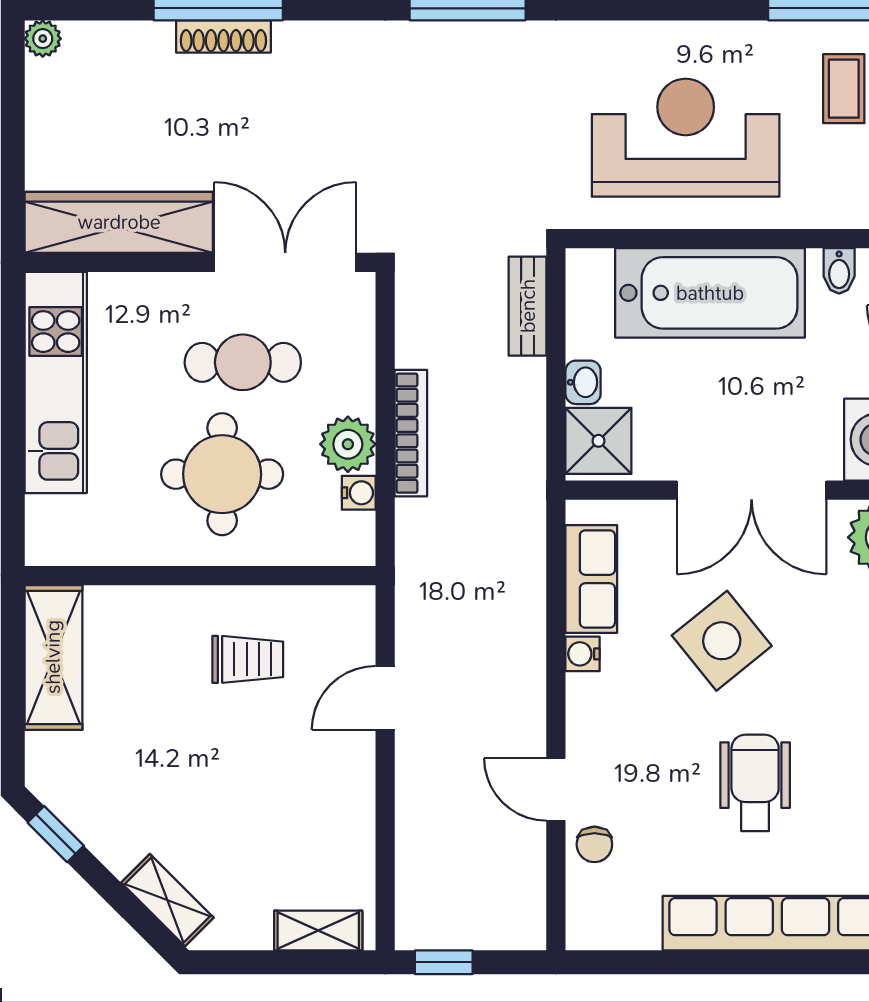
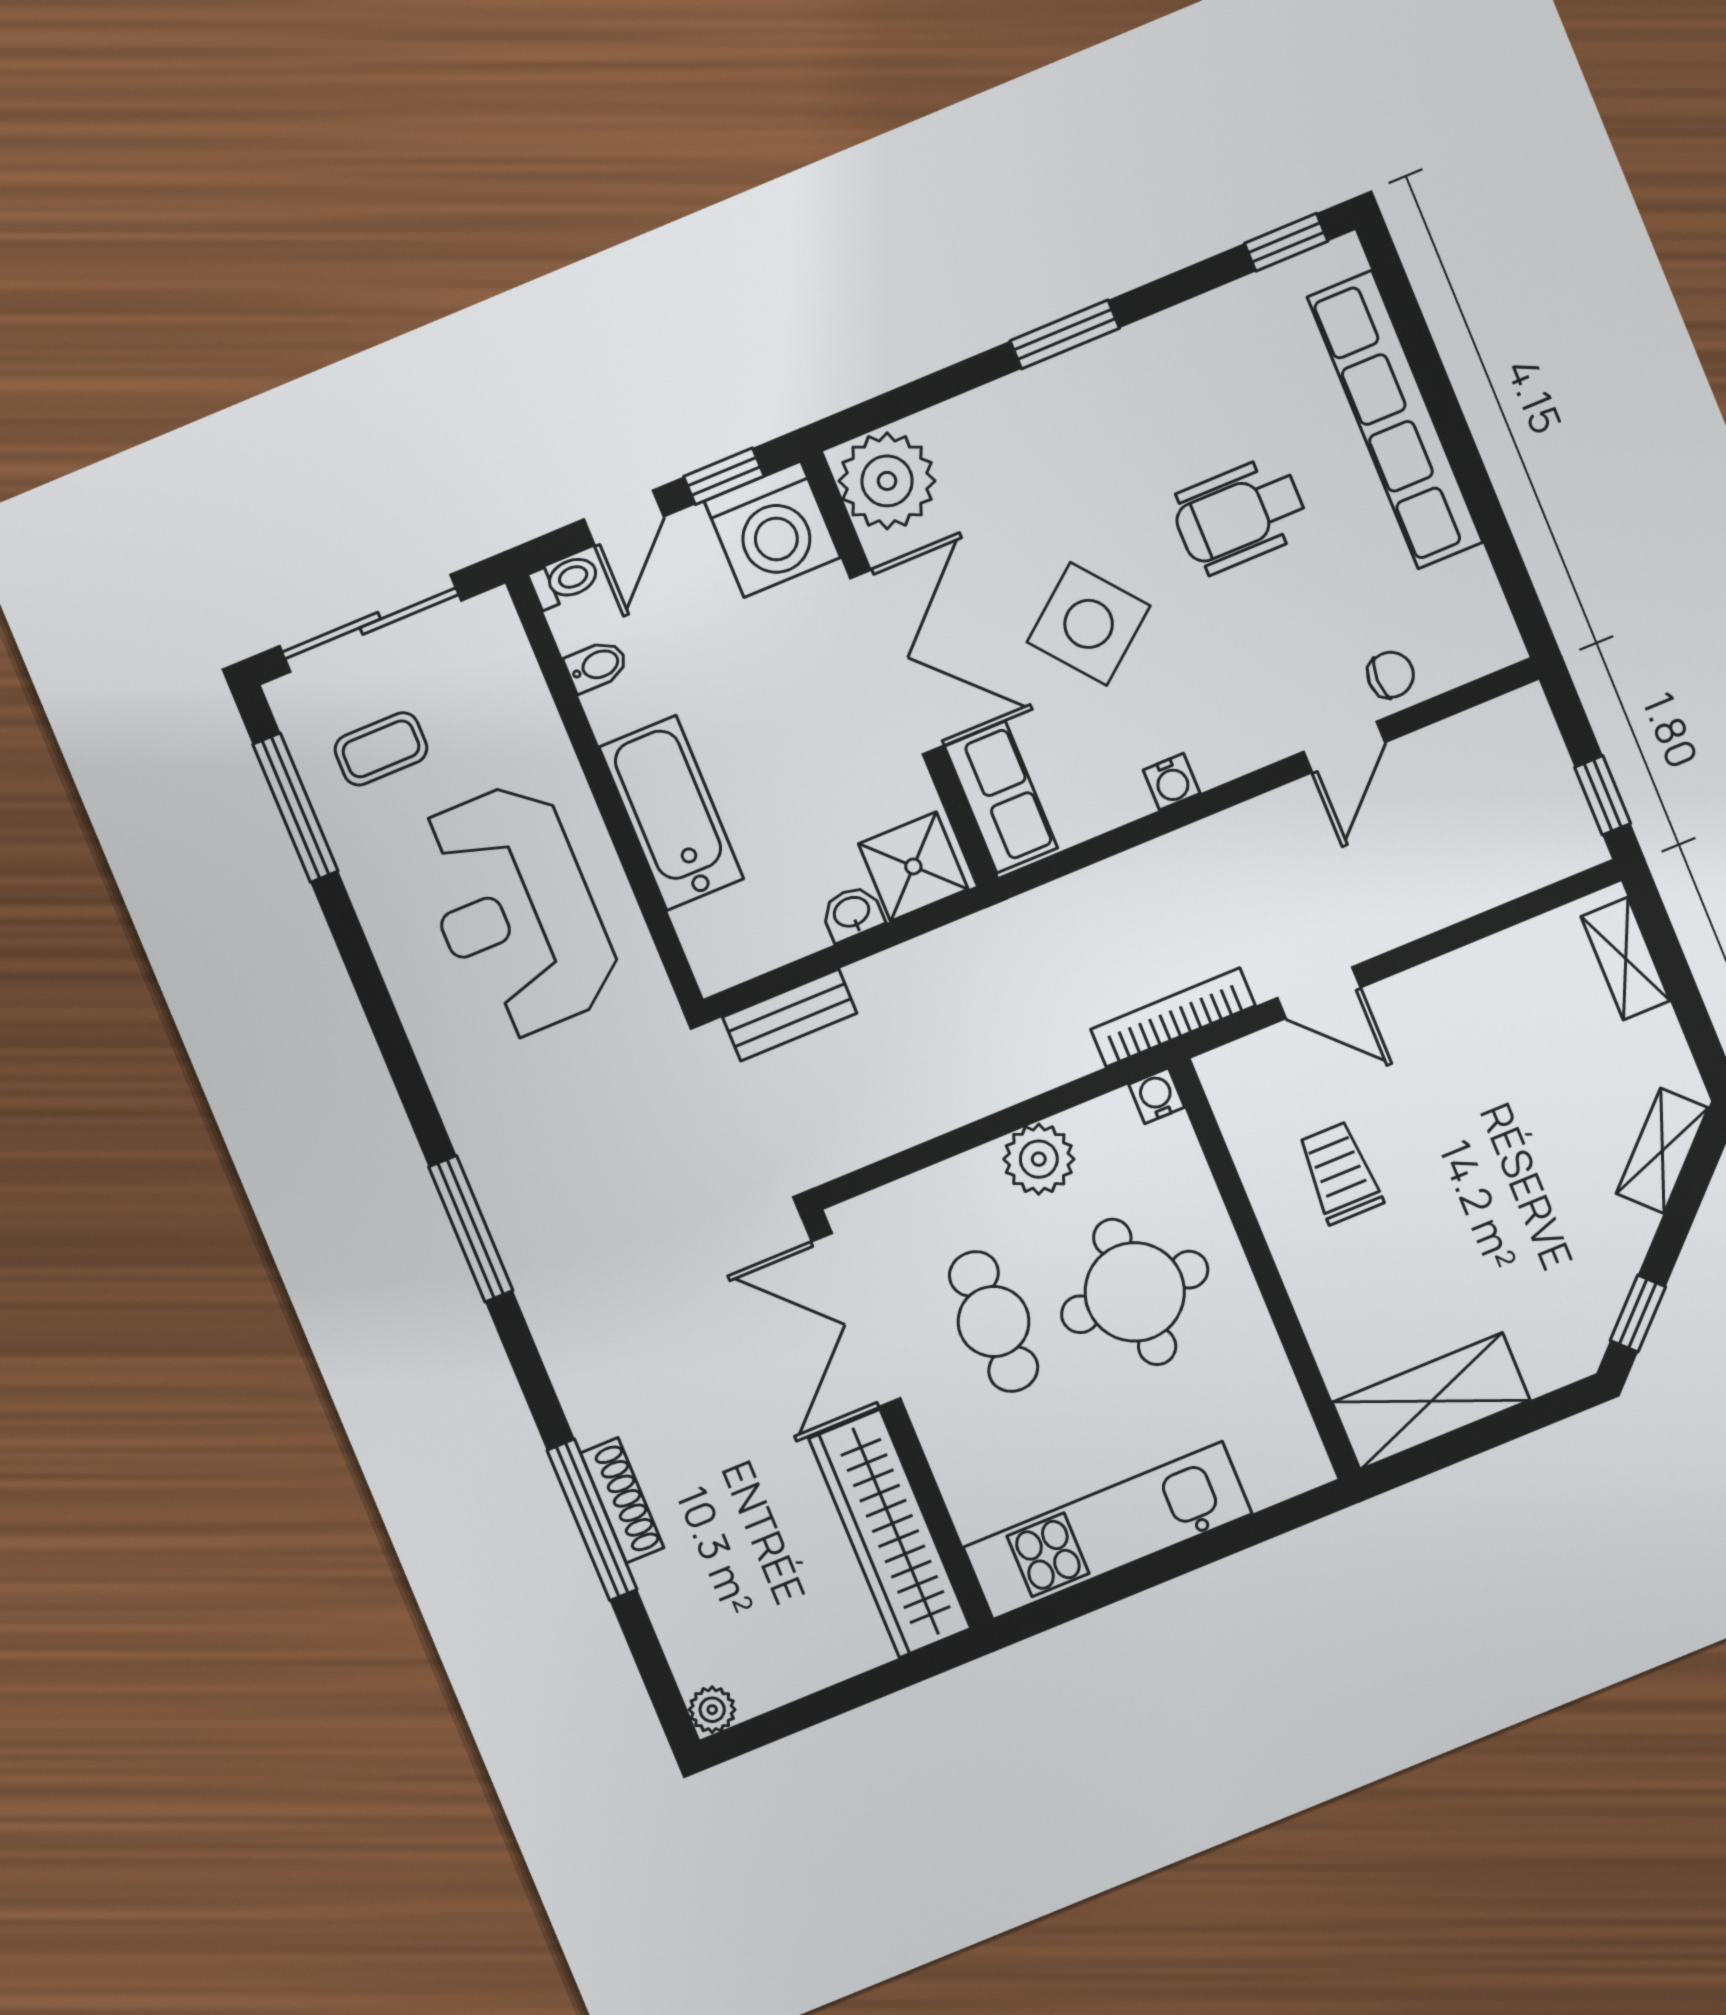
bathtub: (710, 293) -> (671, 813), width x0.73, depth x0.73
bookcase: (411, 433) -> (1173, 1017), moved
water cooler: (359, 493) -> (1157, 1096), moved
row of seats: (591, 579) -> (1001, 797), moved, turned 90

